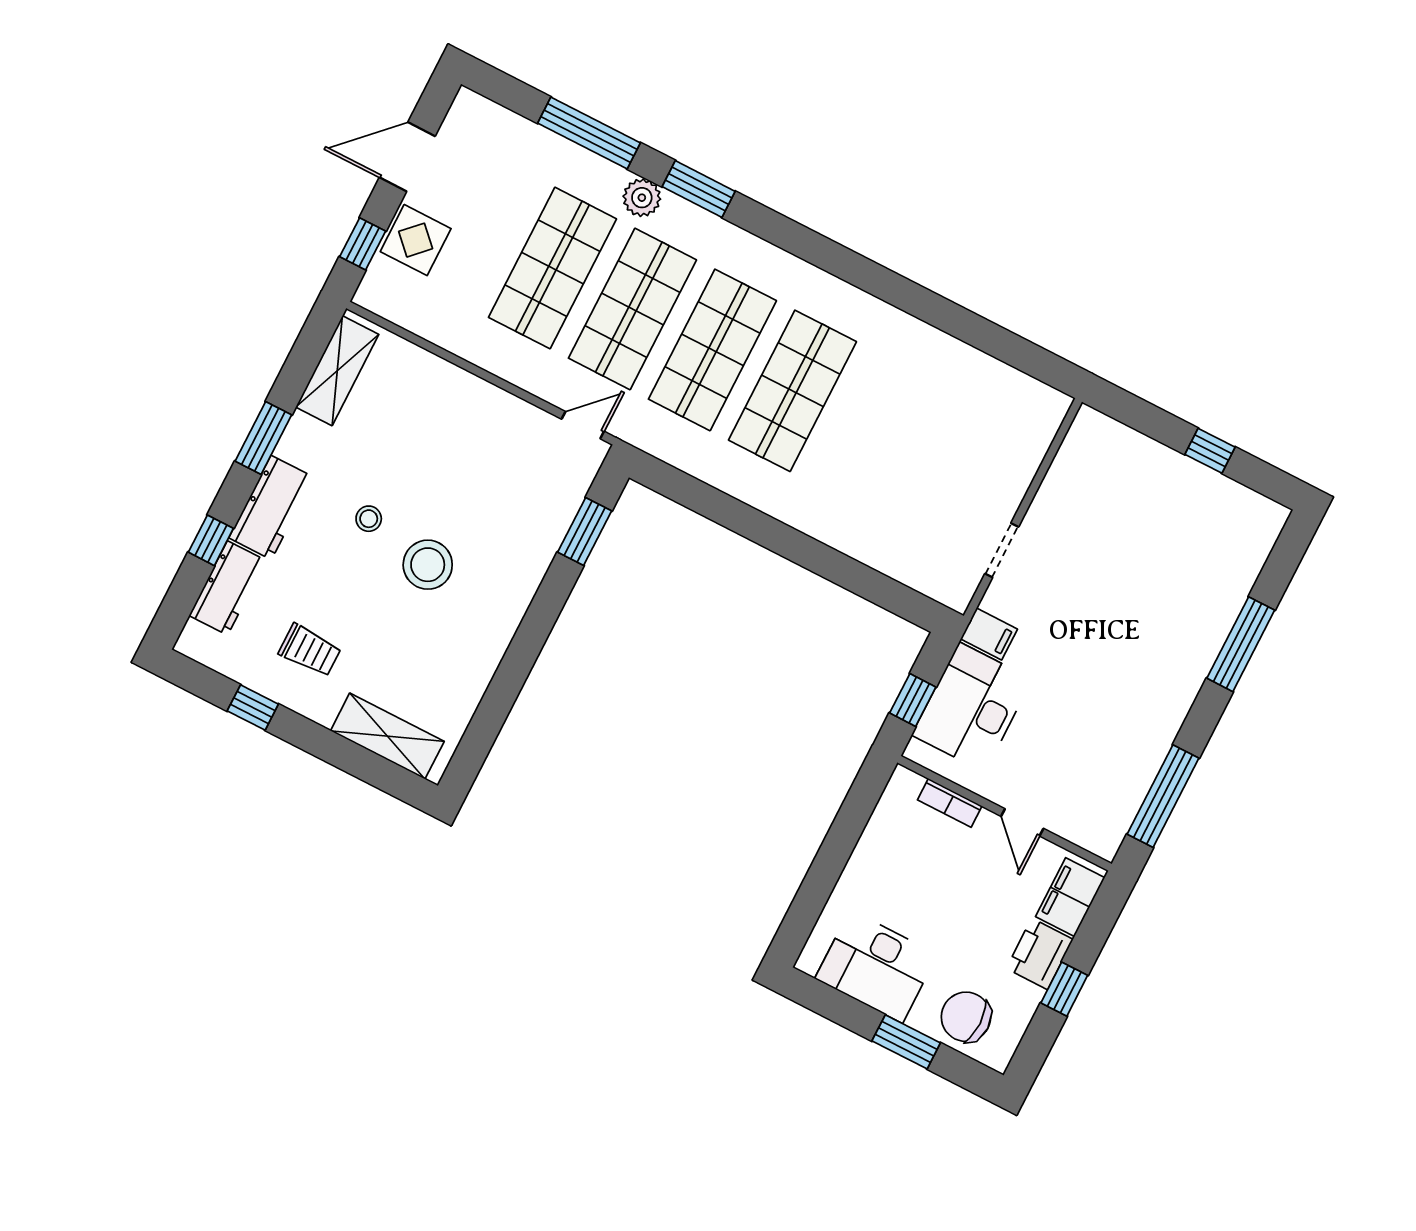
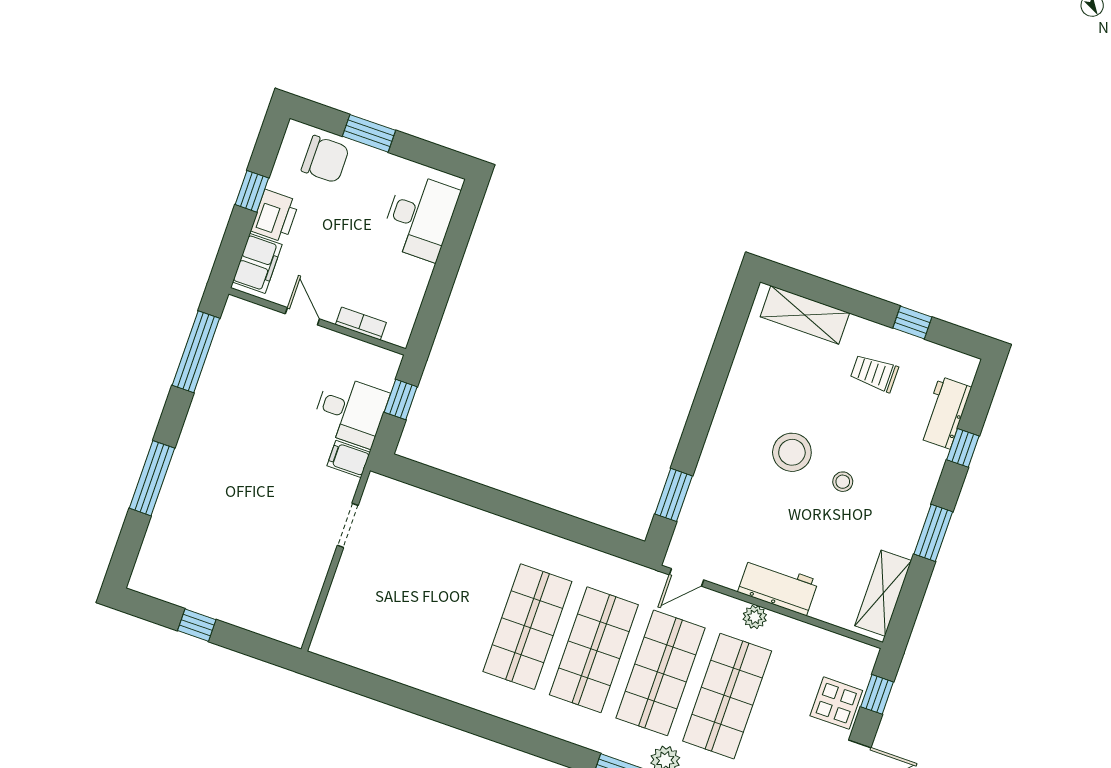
plant: (504, 363) -> (755, 617), added
workbench: (271, 507) -> (778, 586), moved, turned 90
desk: (972, 707) -> (350, 411), width x0.73
desk: (876, 966) -> (420, 217), moved, turned 90

